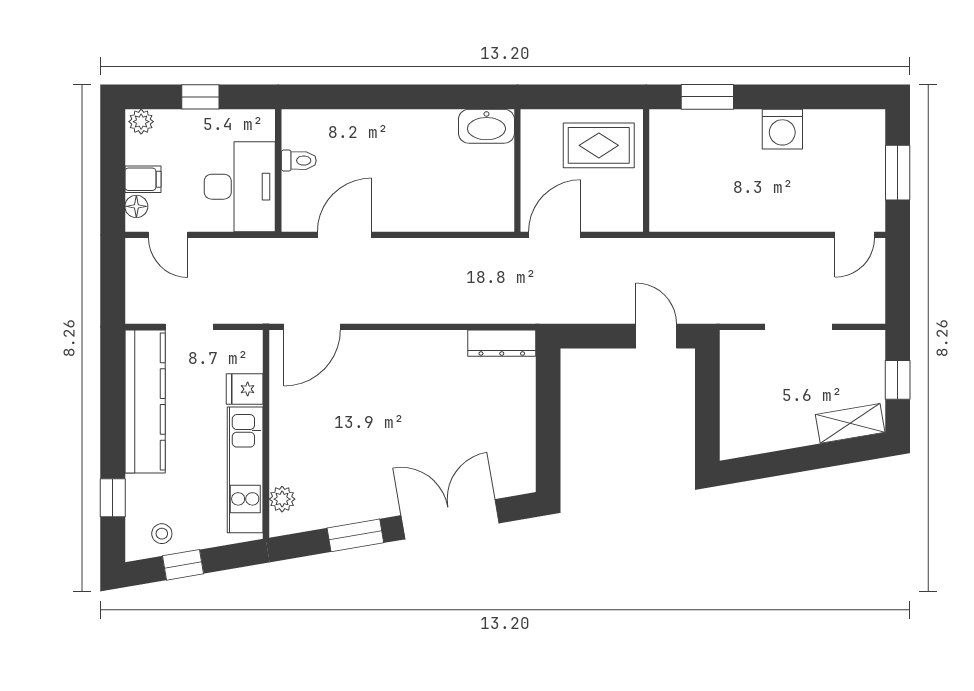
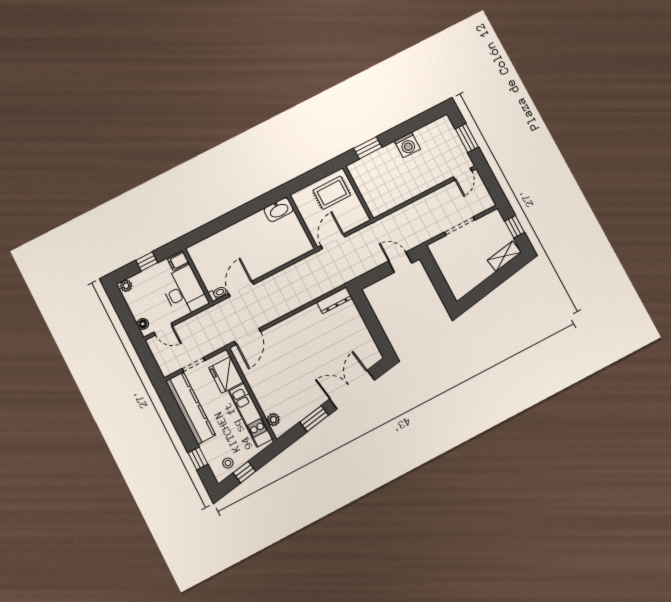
toilet: (299, 161) -> (218, 293), moved
filing cabinet: (143, 179) -> (178, 261), moved, turned 180
fridge: (245, 389) -> (226, 375), width x1.88, depth x1.34

